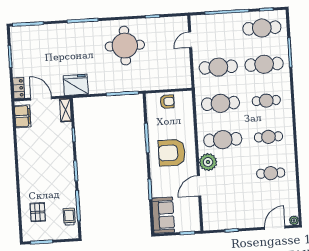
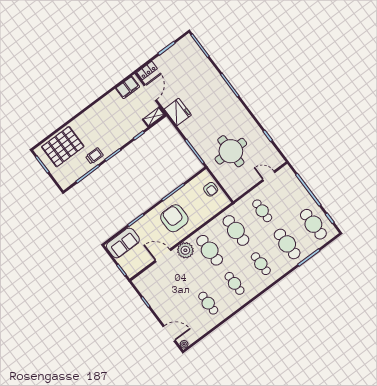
round table: (125, 46) -> (231, 151), moved
cafe table: (218, 67) -> (262, 211), width x0.73, depth x0.74
pallet: (38, 212) -> (63, 147), width x2.05, depth x2.00
trolley: (69, 217) -> (94, 156), moved

